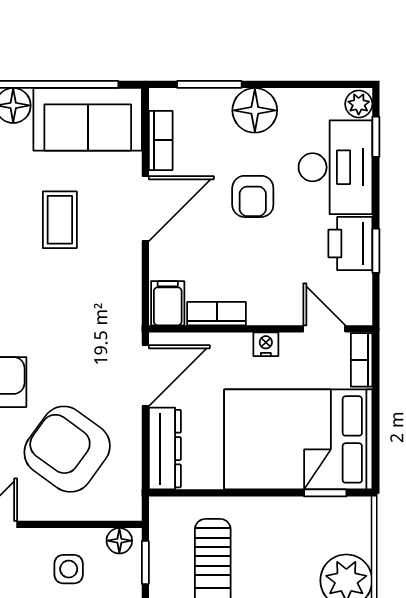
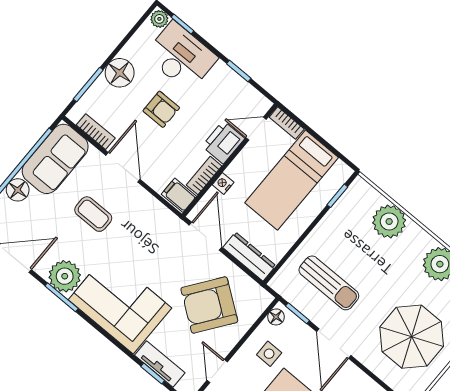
printer: (350, 244) -> (223, 142), moved, turned 90
nightstand: (266, 344) -> (223, 183), moved
bed: (298, 439) -> (292, 180), width x0.67

